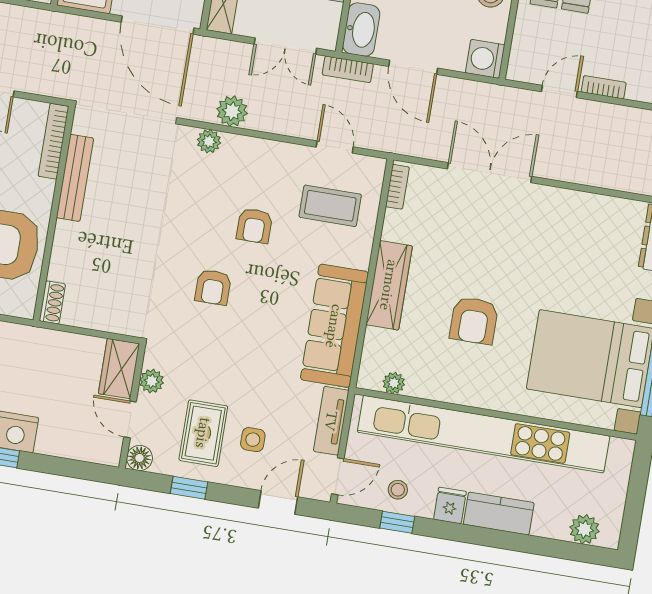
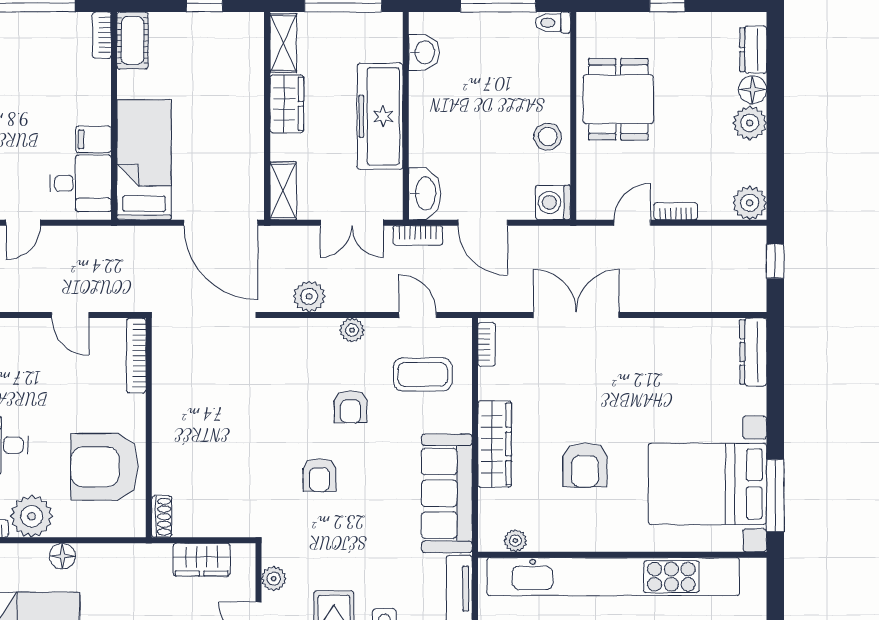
plant: (209, 141) -> (352, 330), moved
bench: (75, 178) -> (164, 389), removed
wardrobe: (119, 369) -> (202, 560), moved, turned -90

